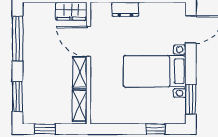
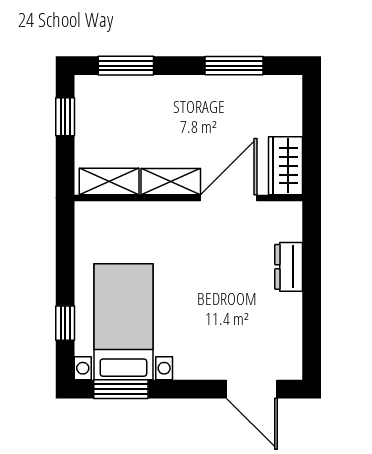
window: (18, 39) -> (234, 66), width x0.69
bed with nightstands: (155, 71) -> (123, 322), moved

